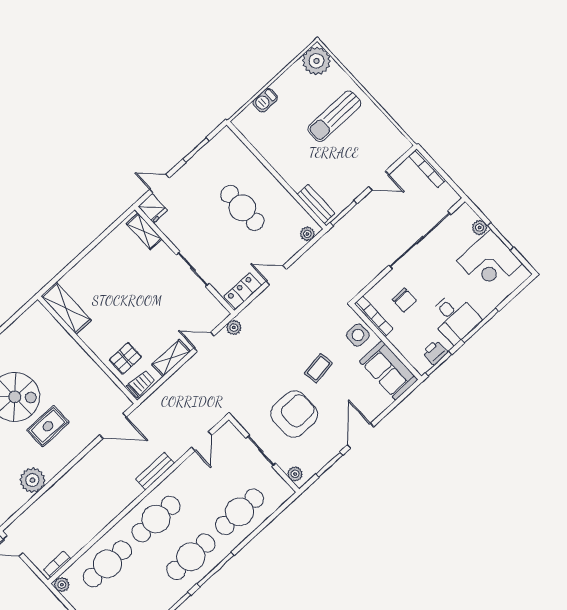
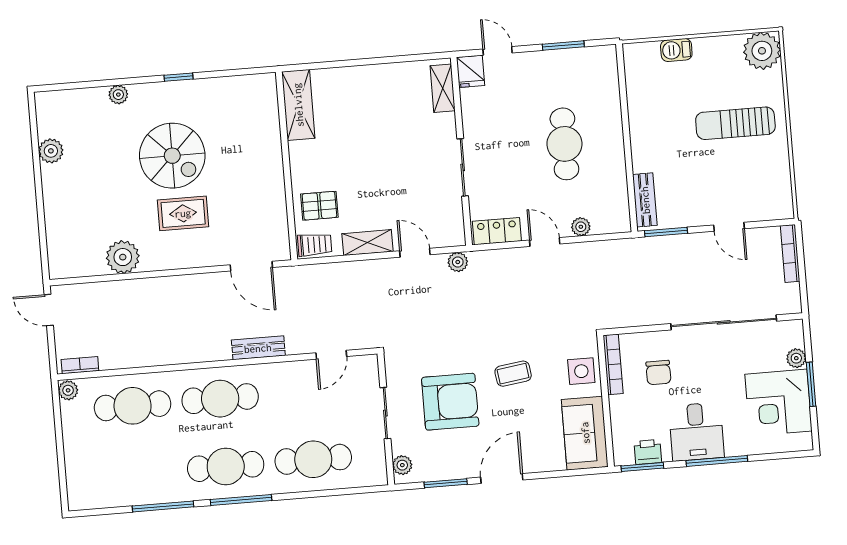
plant: (307, 234) -> (581, 227), moved

